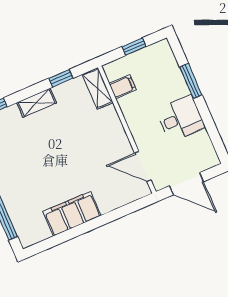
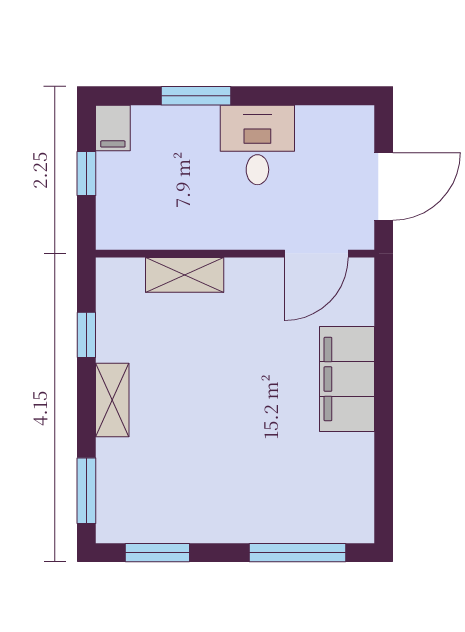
filing cabinet: (123, 87) -> (113, 128), moved, turned 180
shelving: (98, 88) -> (185, 275), moved
filing cabinet: (72, 214) -> (347, 379), moved

